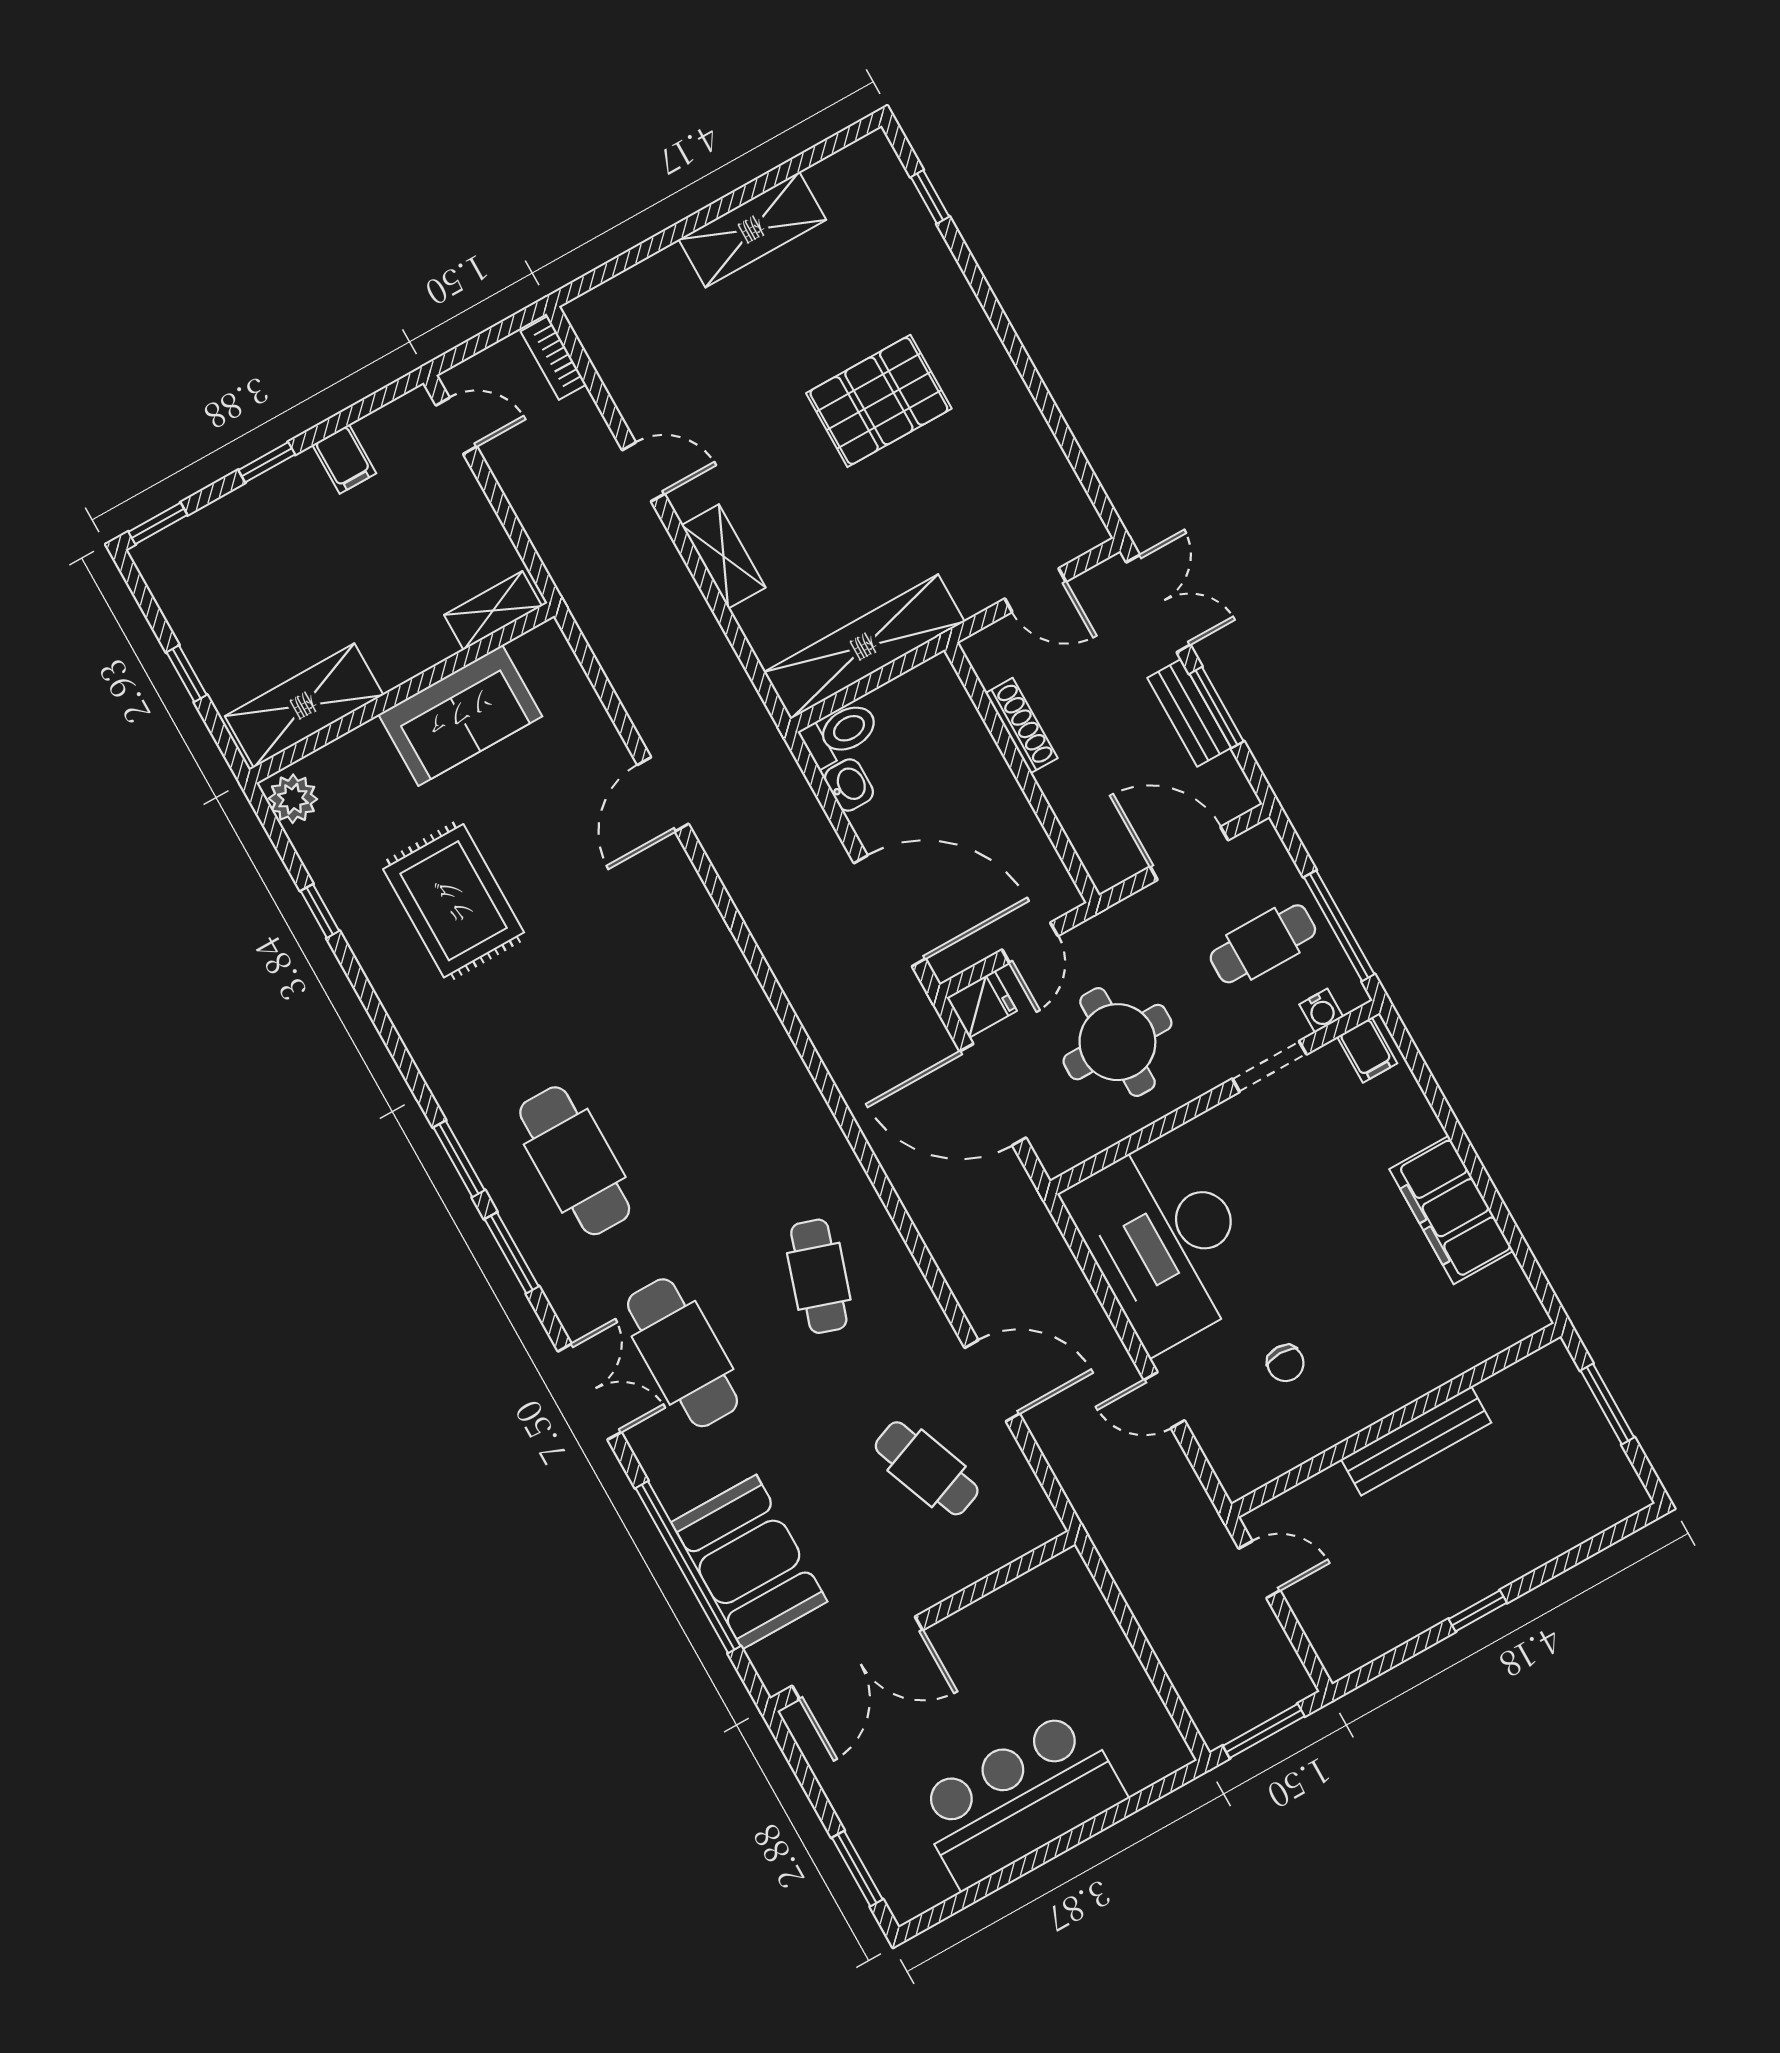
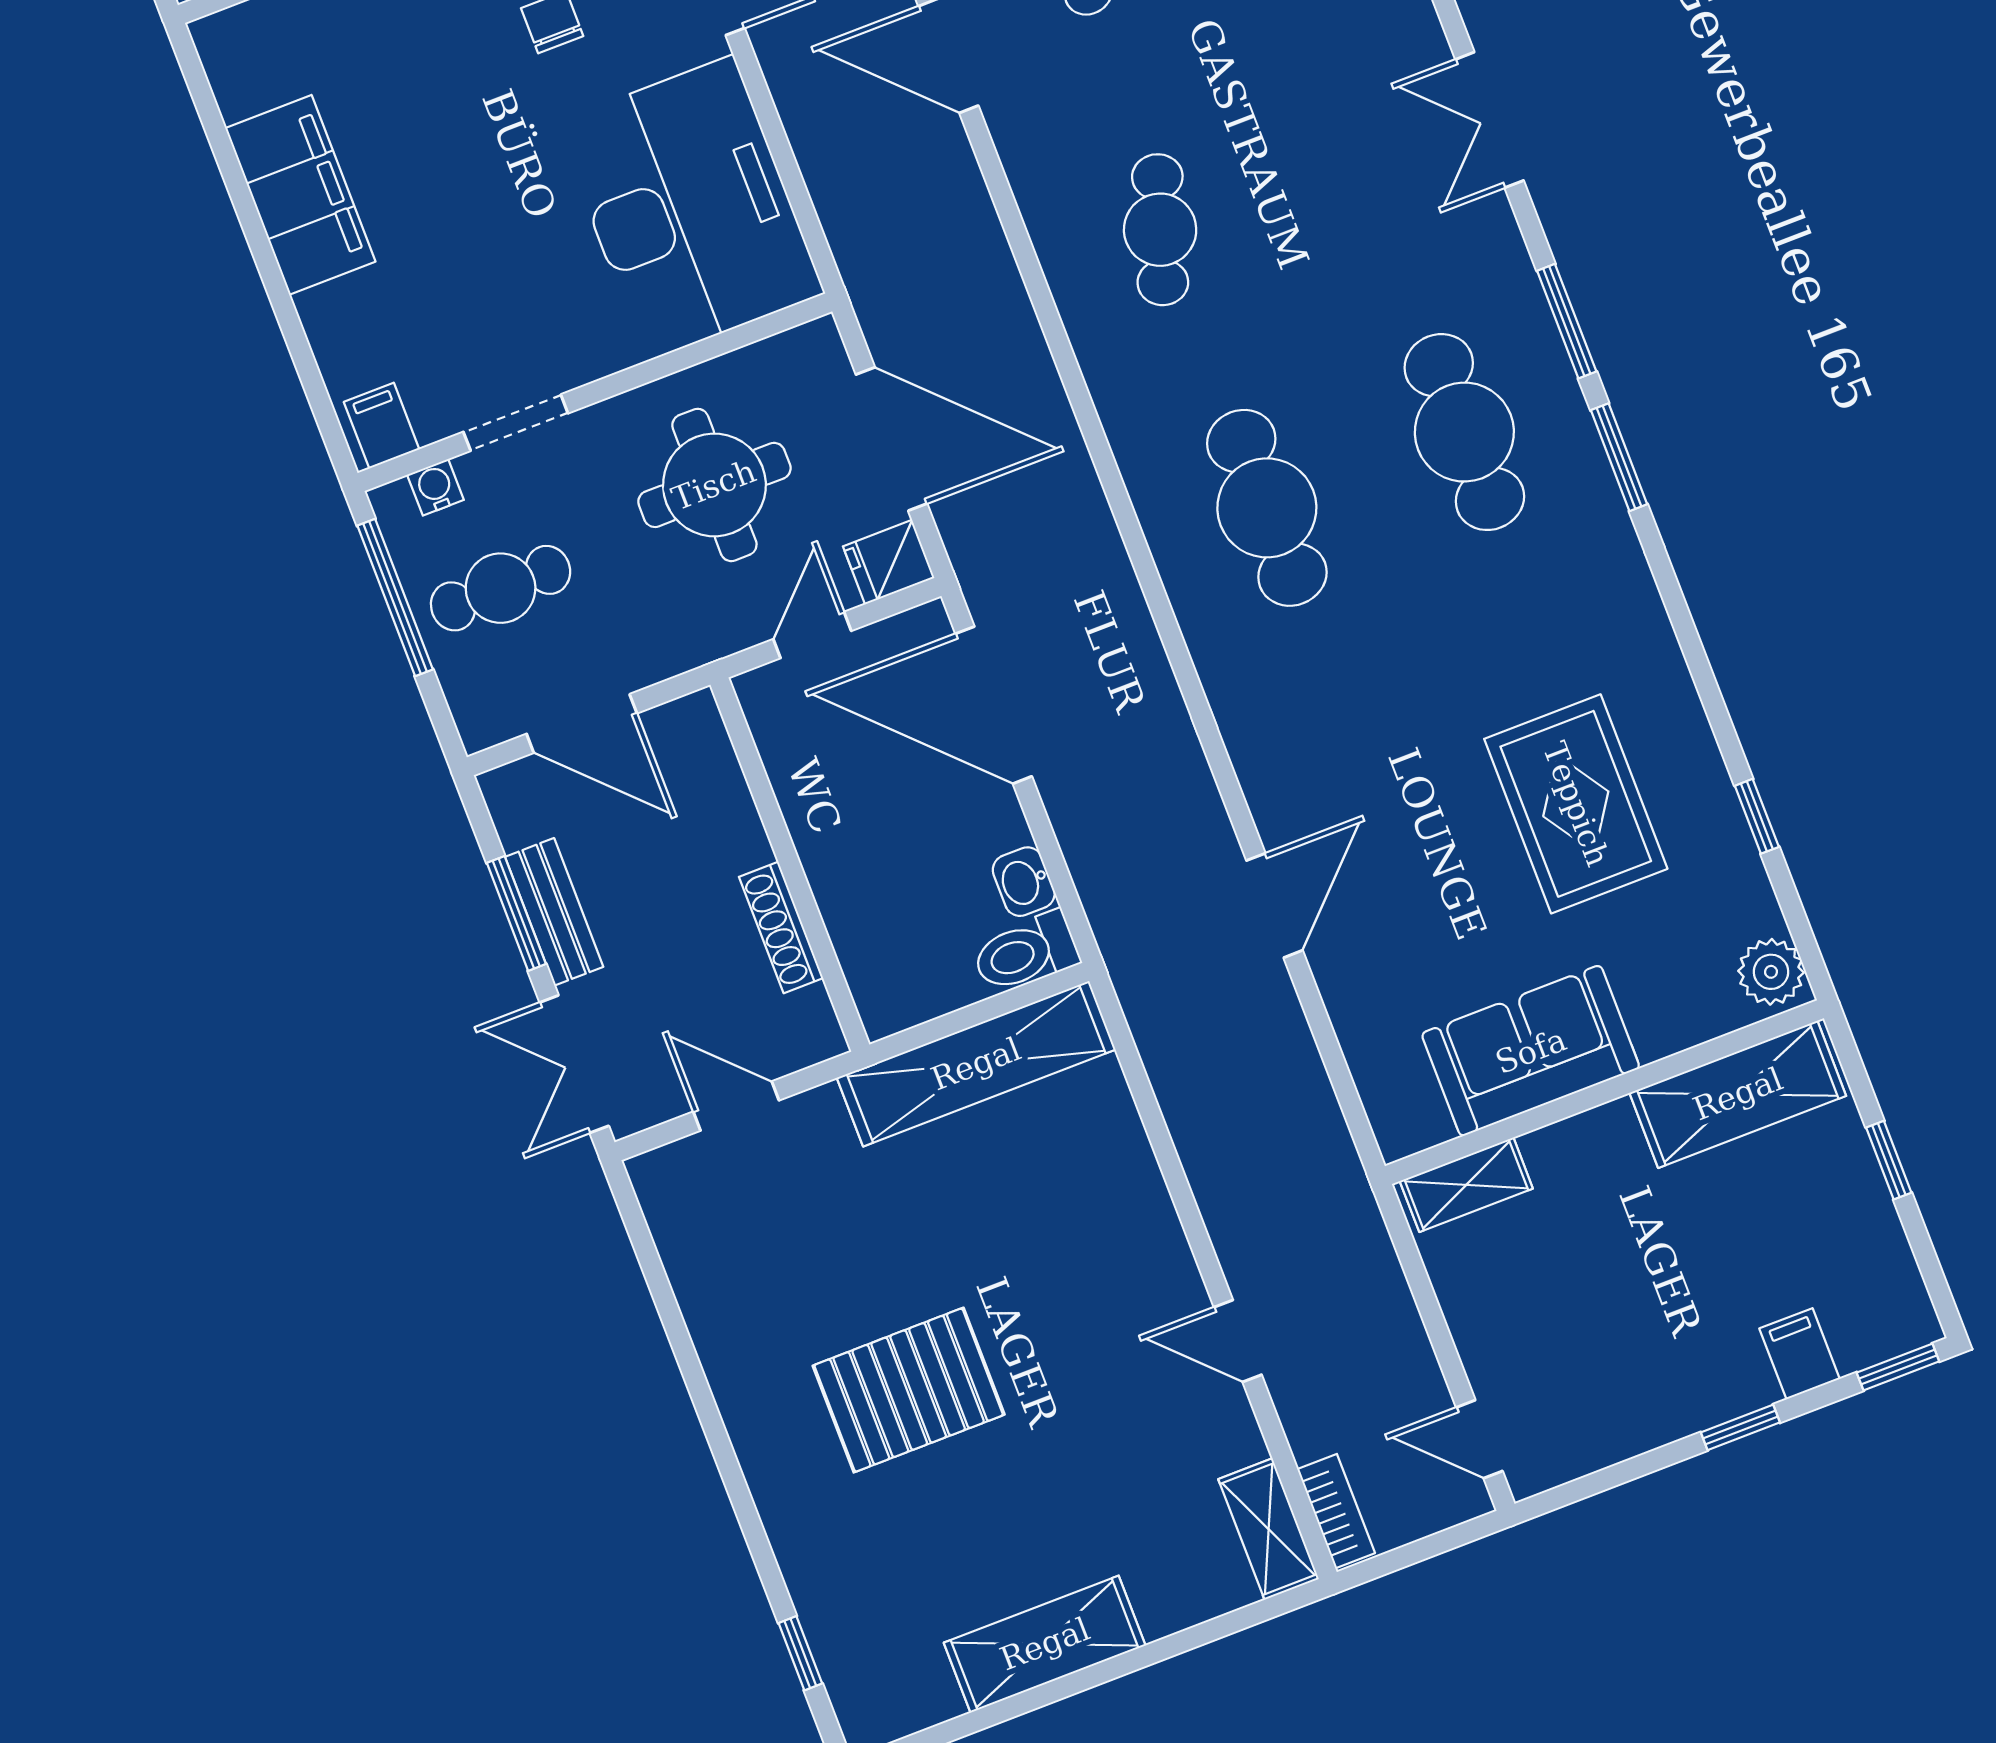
filing cabinet: (344, 459) -> (1800, 1354), moved
shelving: (724, 556) -> (1269, 1529), moved
cafe table: (682, 1353) -> (1267, 508), moved

